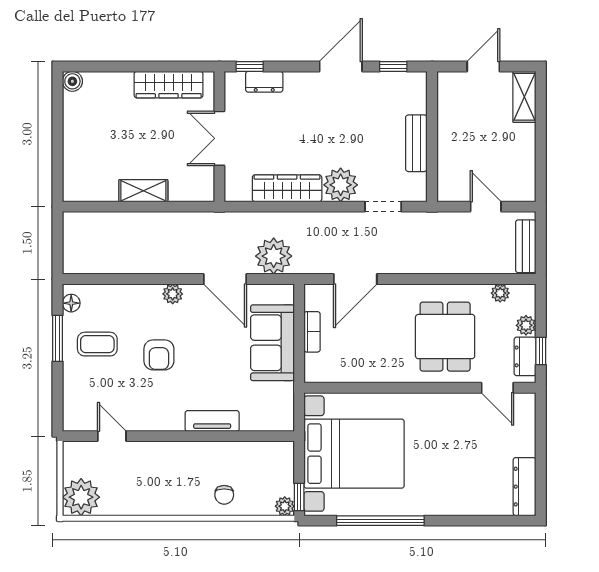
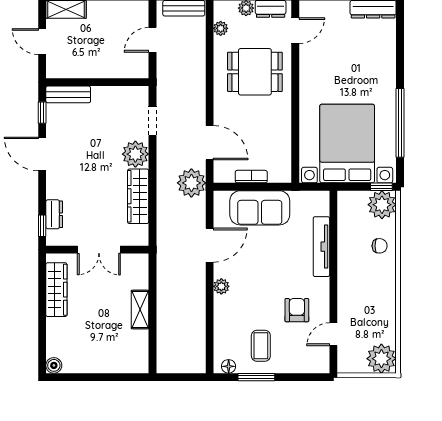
bench: (416, 143) -> (68, 94), moved
plant: (274, 256) -> (191, 183), moved
armchair: (159, 355) -> (297, 310), moved, turned -90
tv unit: (212, 421) -> (321, 247), width x1.41
plant: (285, 506) -> (382, 205), width x1.87, depth x1.87

